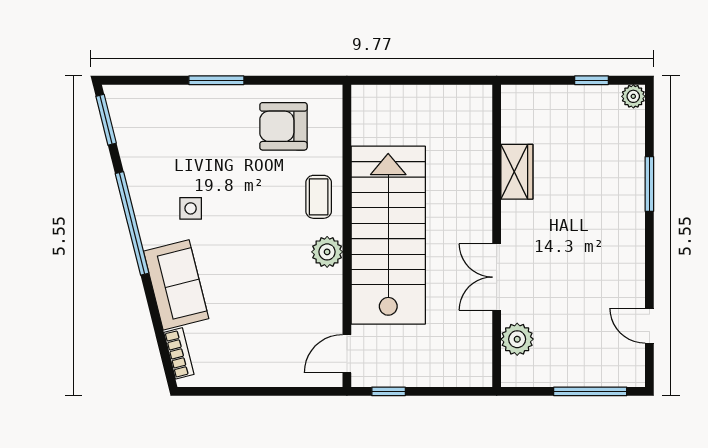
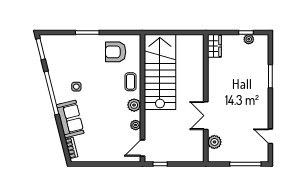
plant: (633, 96) -> (249, 39), moved
wardrobe: (517, 172) -> (214, 46), moved
stairs: (388, 235) -> (160, 72), moved
plant: (331, 299) -> (136, 125), added

